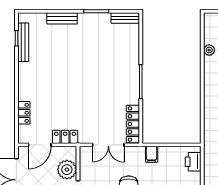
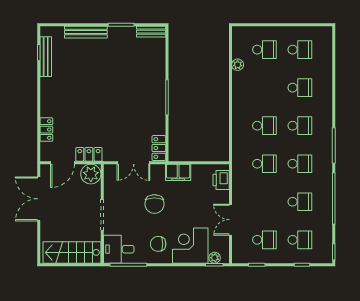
bench: (62, 18) -> (86, 32), width x1.36
locker: (133, 124) -> (159, 148), width x0.66
filing cabinet: (152, 154) -> (178, 172), width x2.00
plant: (67, 170) -> (91, 174), moved

